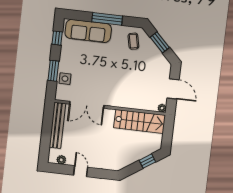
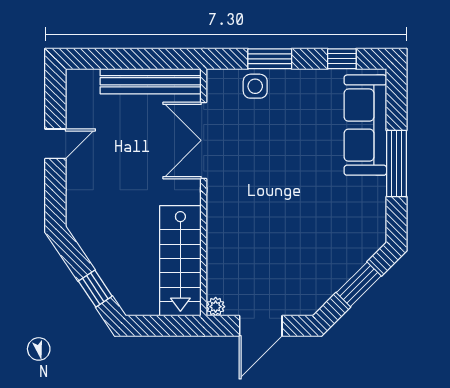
coffee table: (133, 41) -> (355, 226), removed
plant: (61, 160) -> (76, 98), removed

